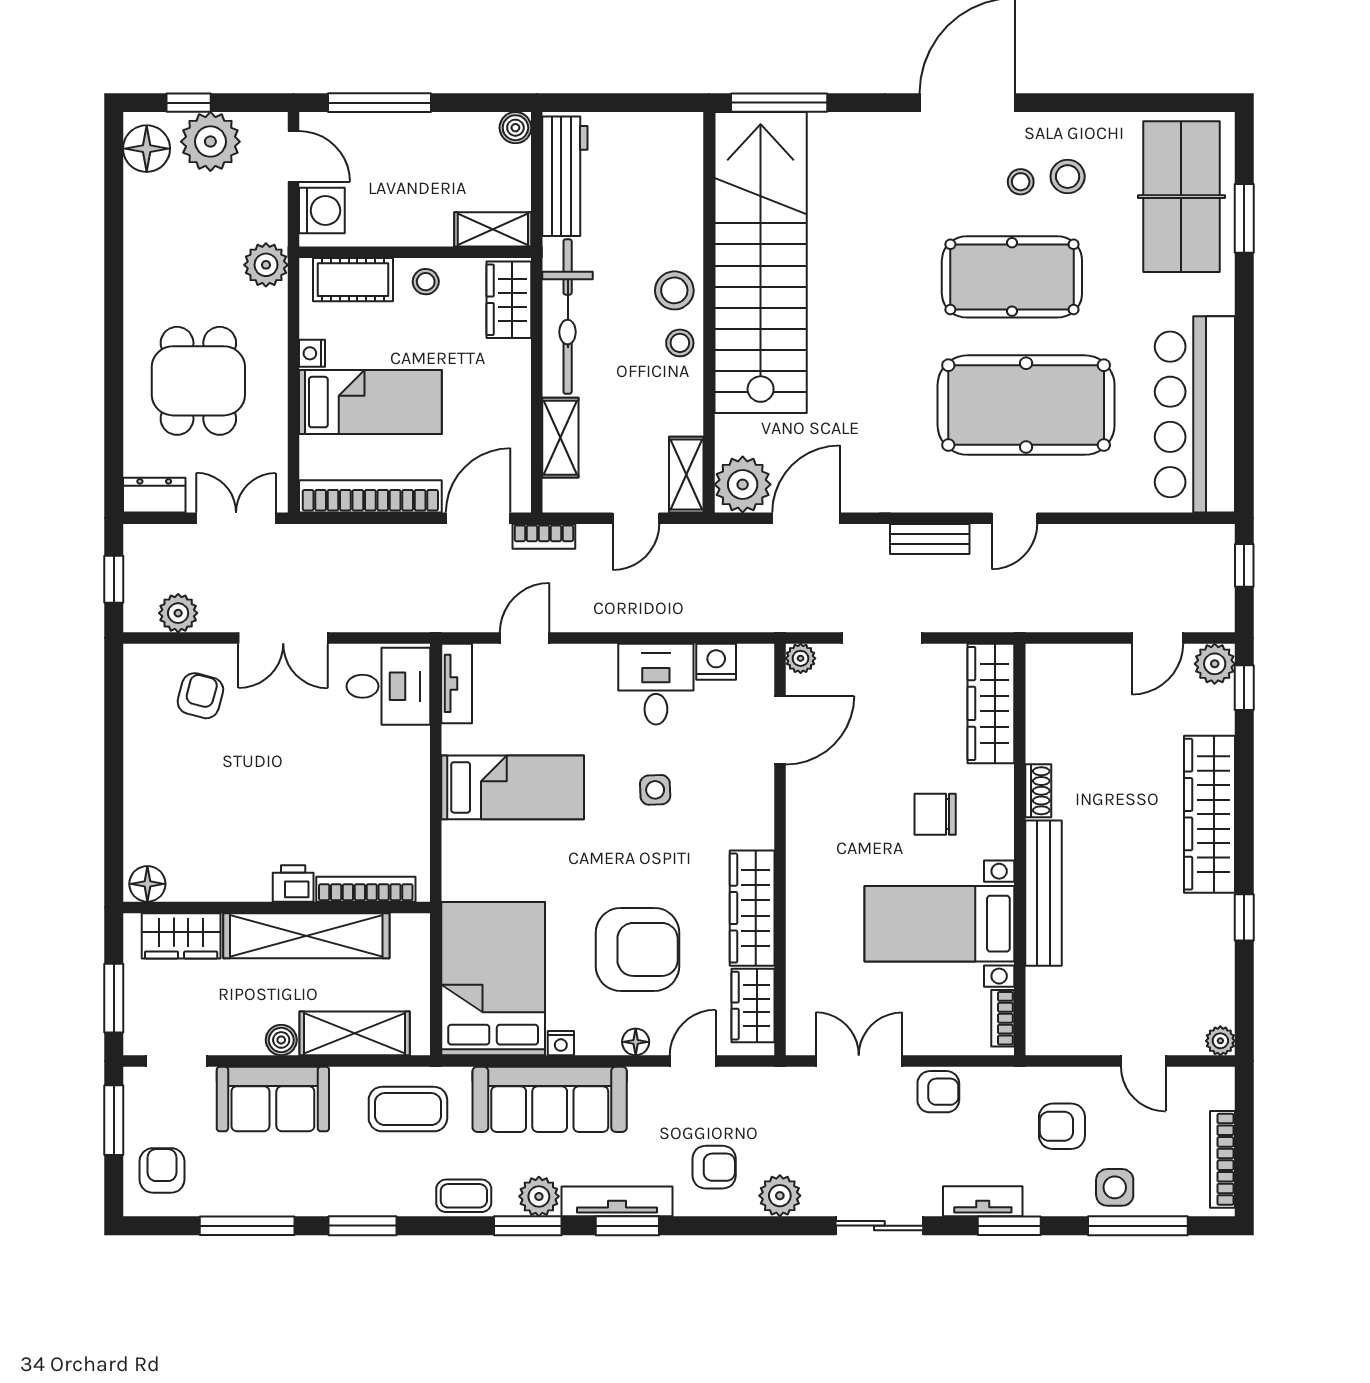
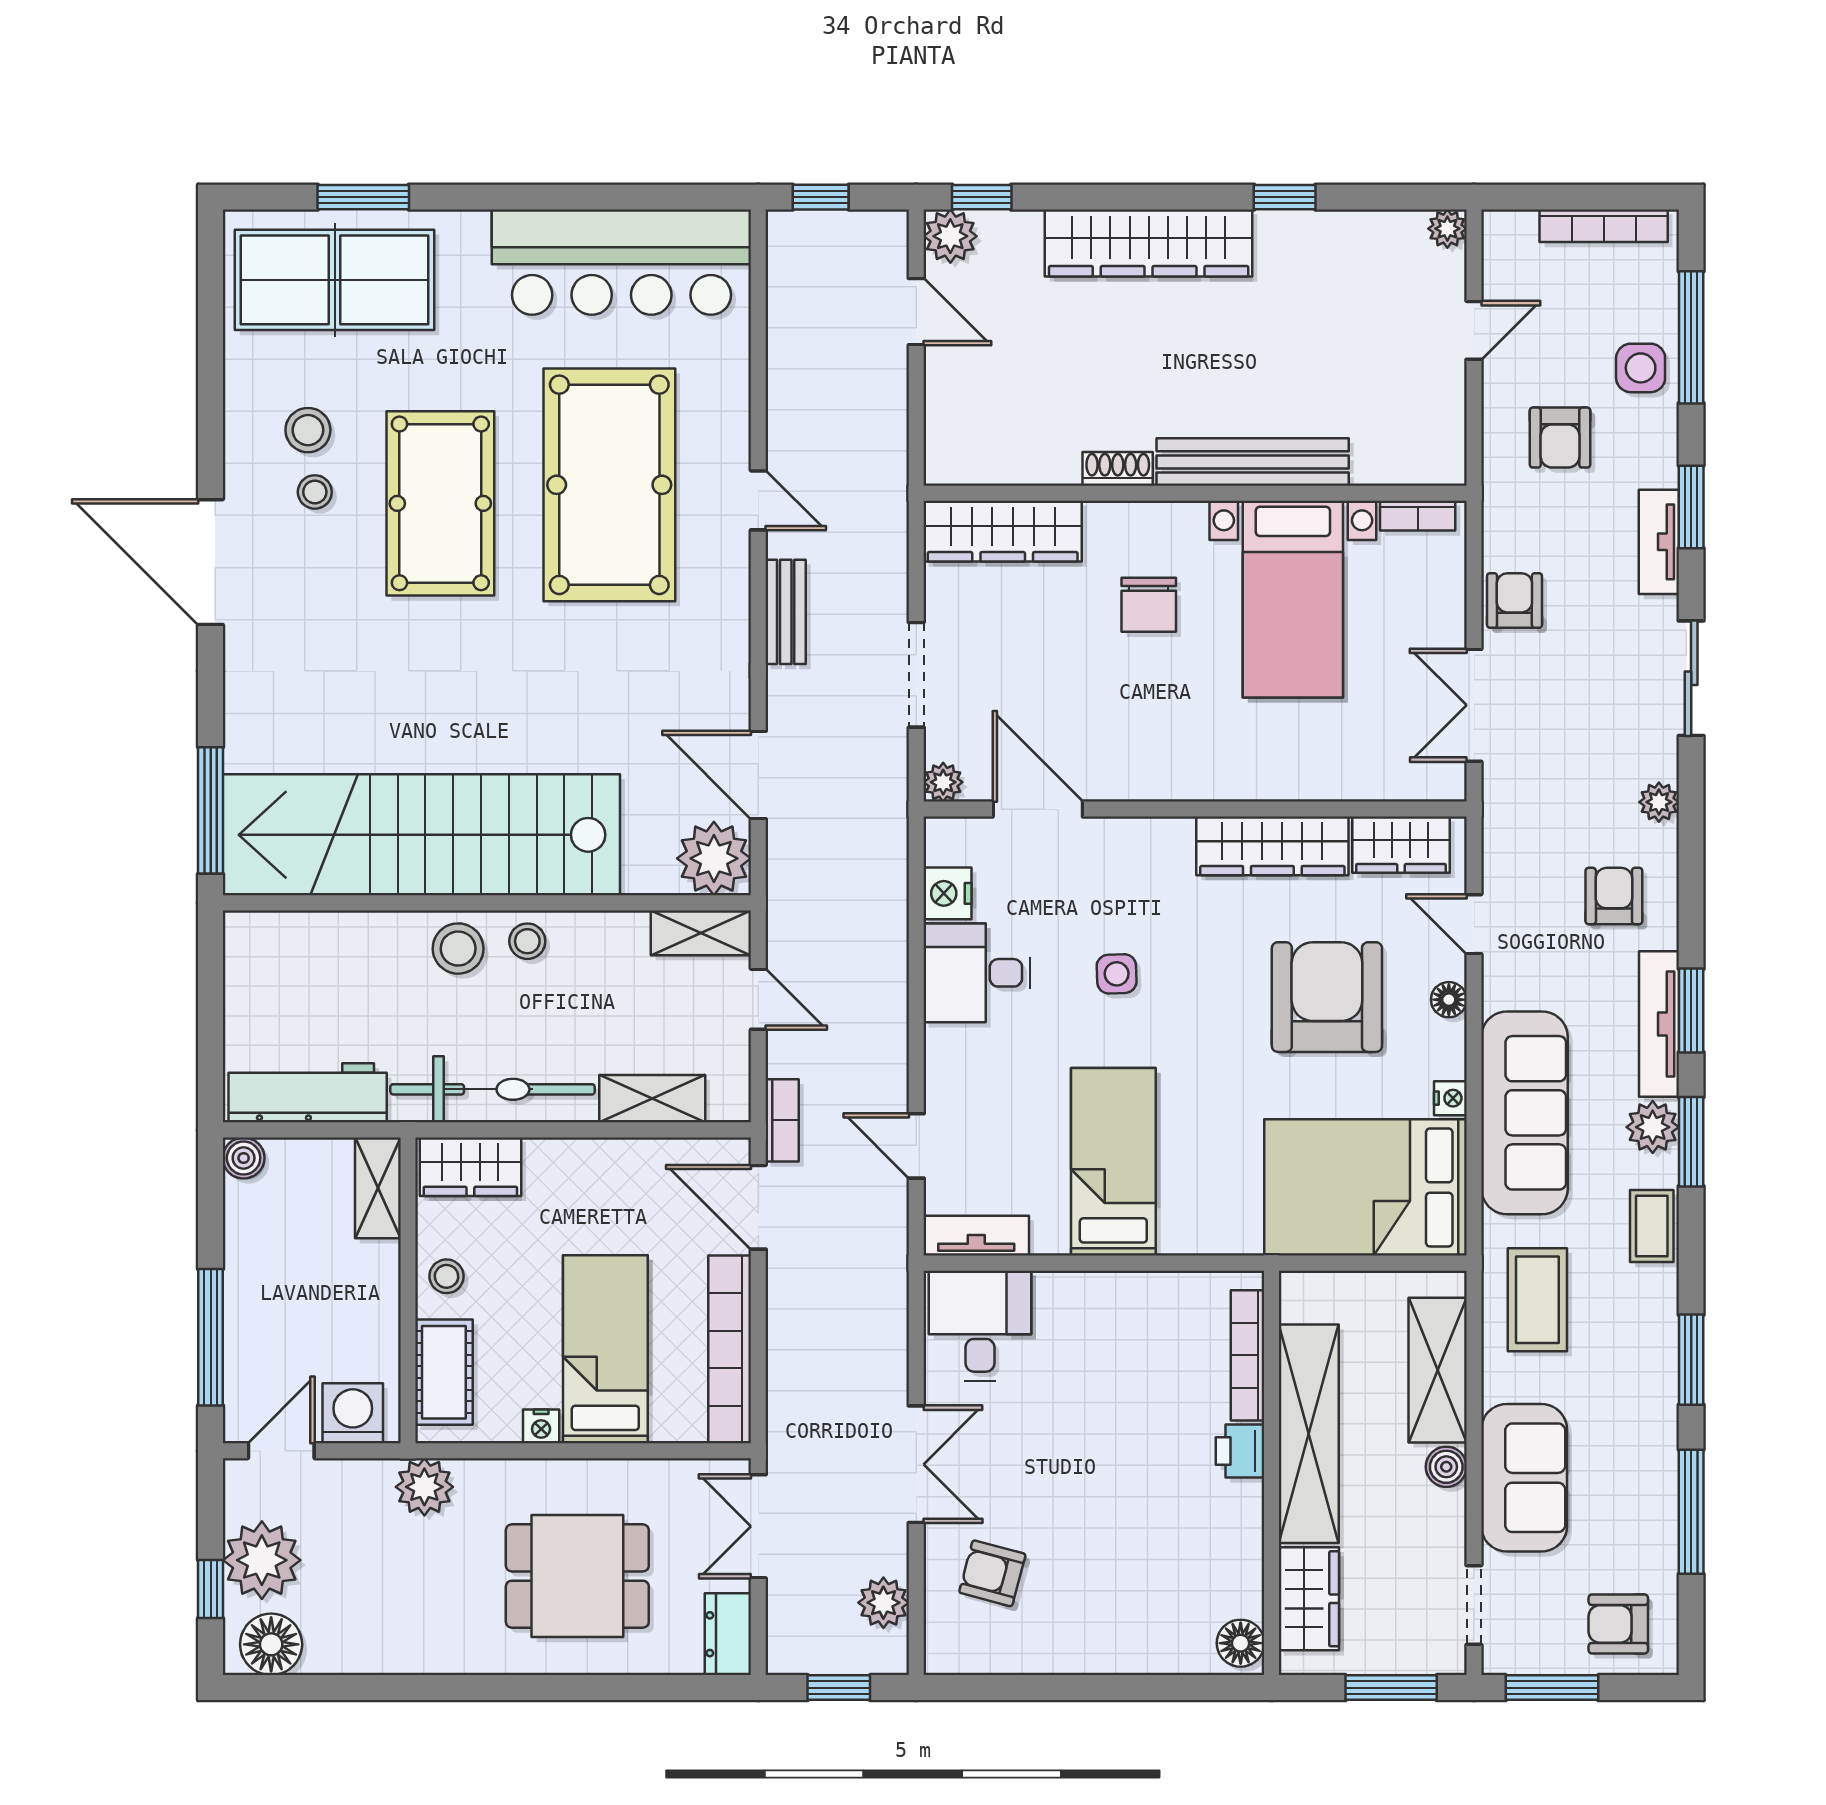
plant: (780, 1196) -> (1659, 802), width x0.73, depth x0.73

